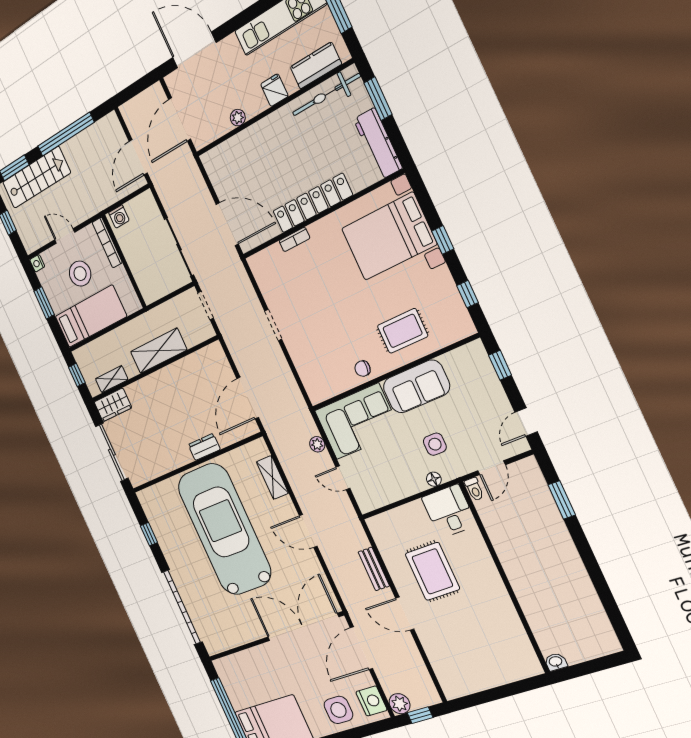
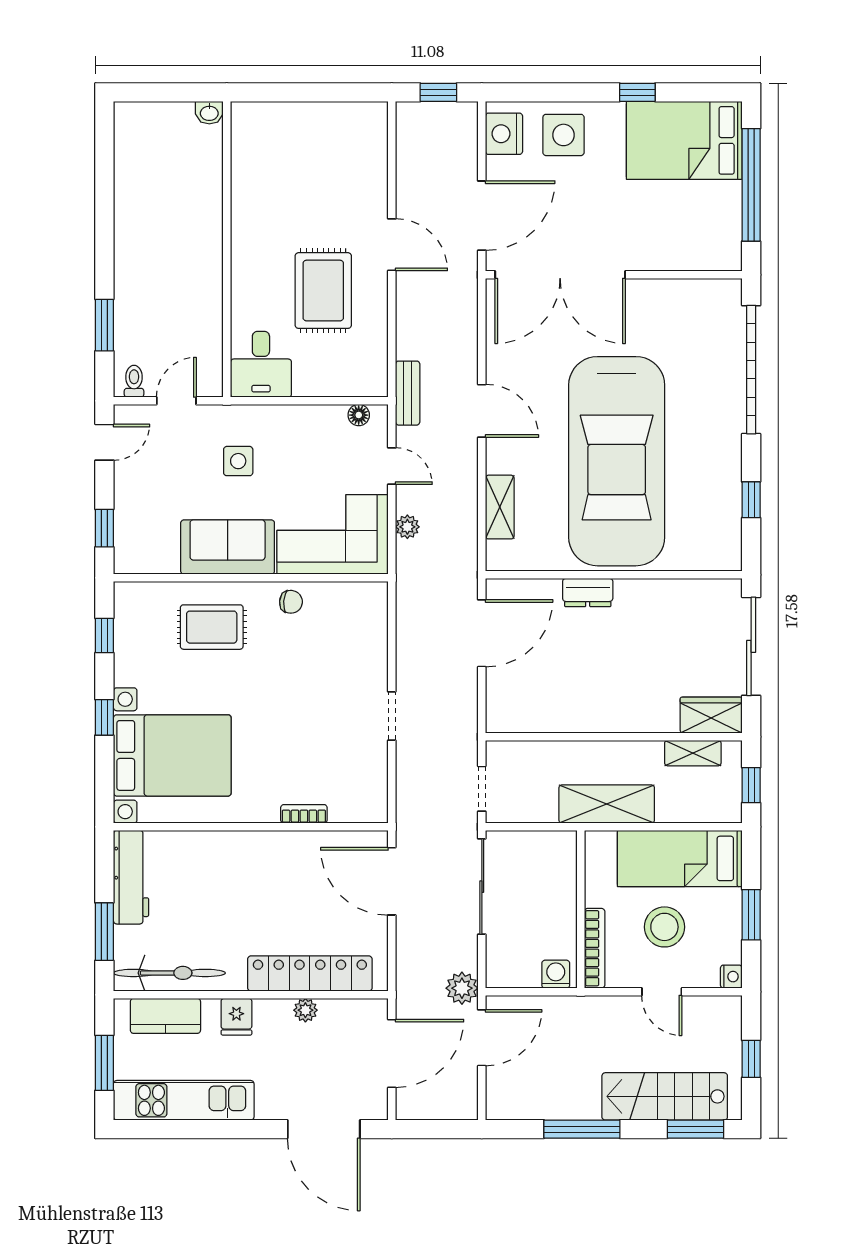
window: (66, 134) -> (582, 1129), width x0.68
locker: (312, 203) -> (310, 974), moved, turned 180
shelving: (159, 351) -> (607, 804), moved
floor lamp: (434, 479) -> (359, 415), moved
toilet: (474, 489) -> (134, 381), moved
bench: (374, 569) -> (408, 393), moved
plant: (400, 704) -> (462, 988), moved

